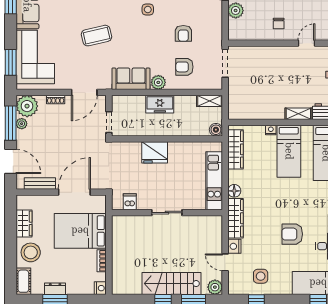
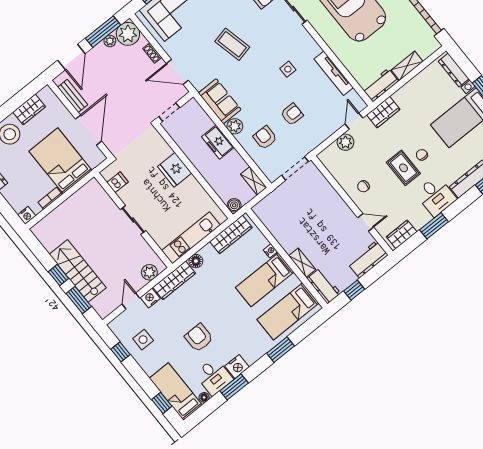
armchair: (183, 33) -> (292, 114), turned 180
door: (74, 192) -> (88, 130), hinge flipped
plant: (215, 287) -> (149, 272), moved

